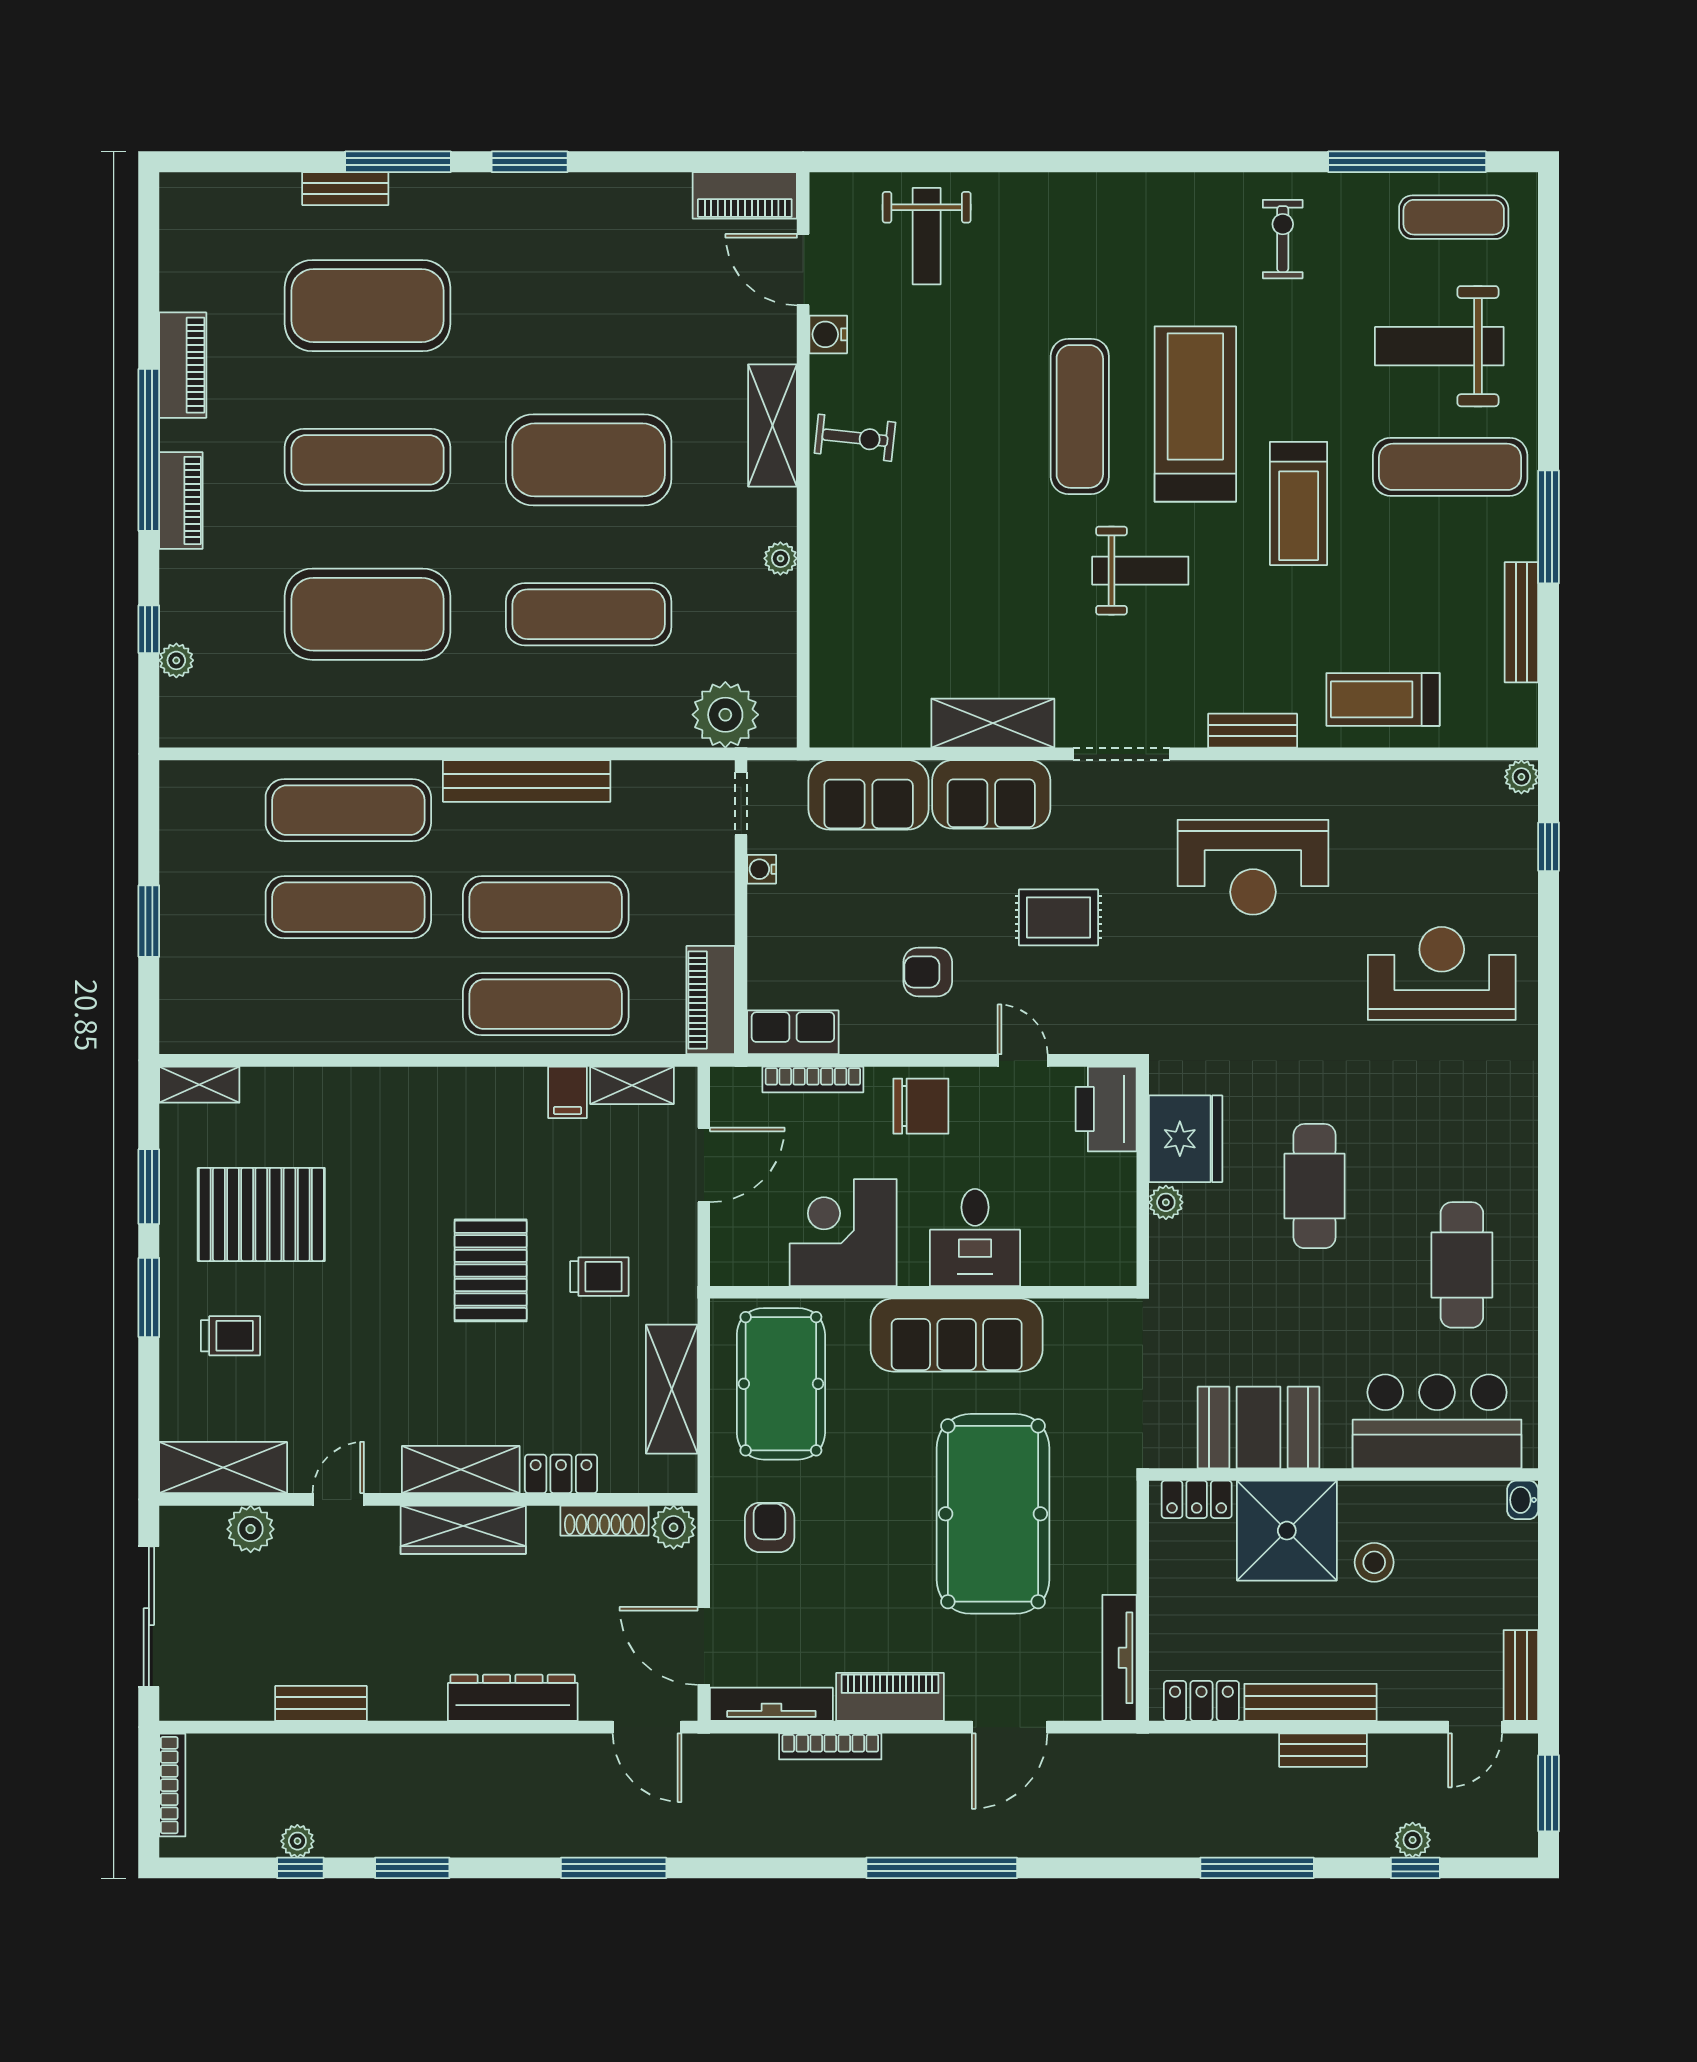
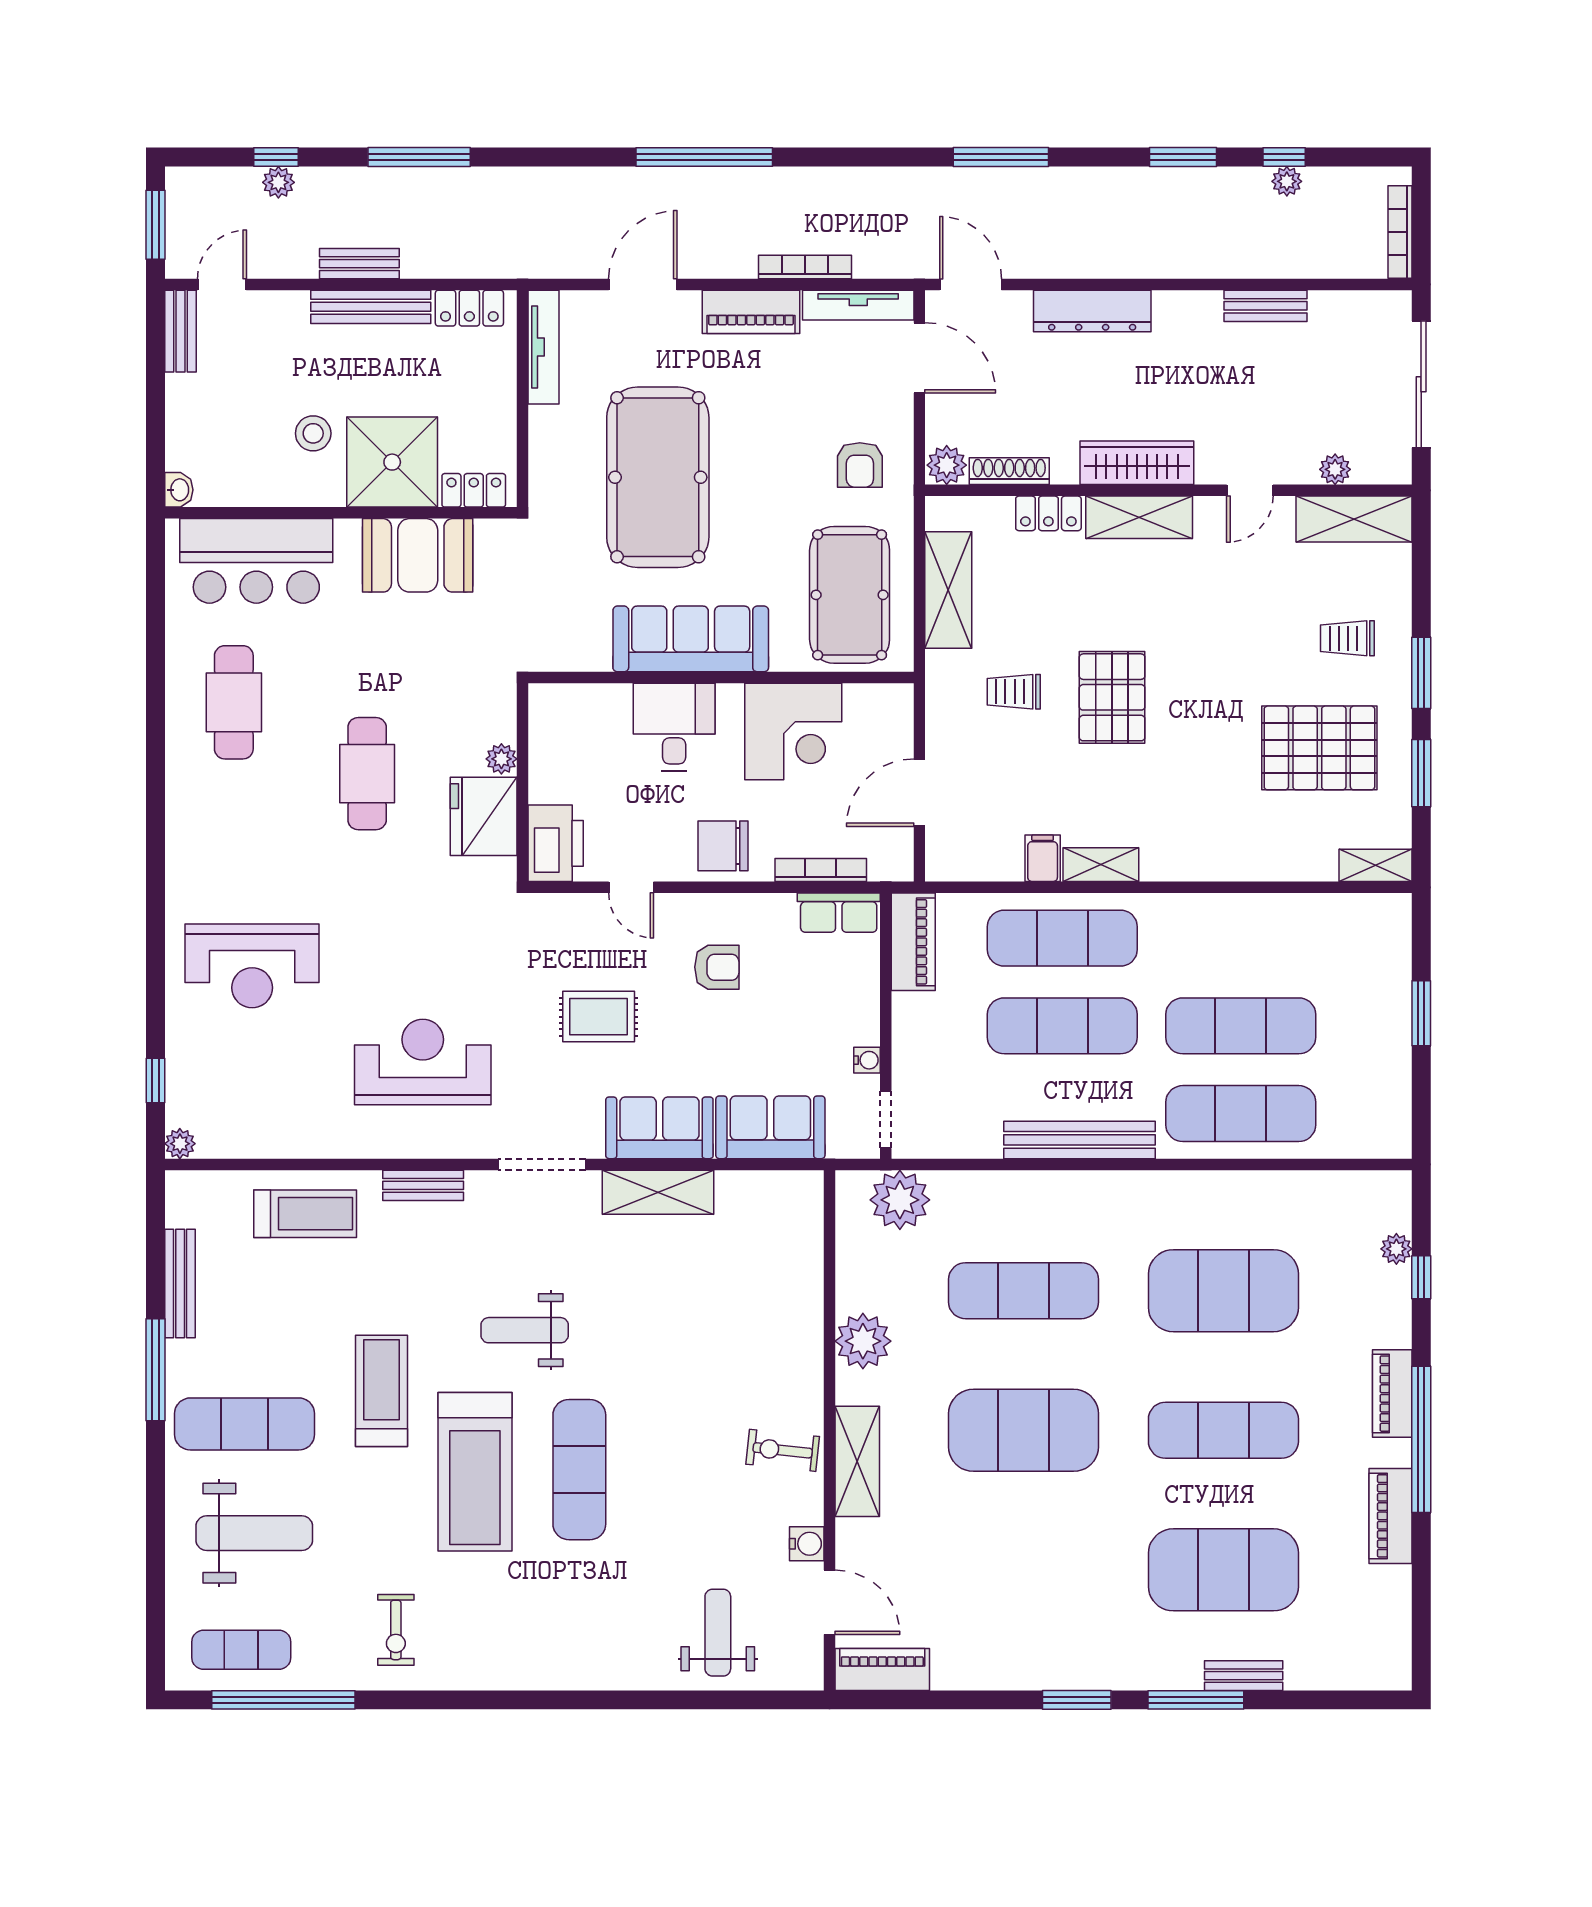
plant: (780, 558) -> (863, 1341), width x1.88, depth x1.88
shelving: (632, 1085) -> (1101, 865), moved
plant: (251, 1529) -> (1335, 469), width x0.73, depth x0.73

